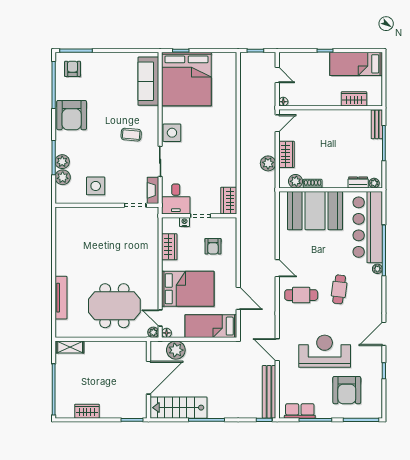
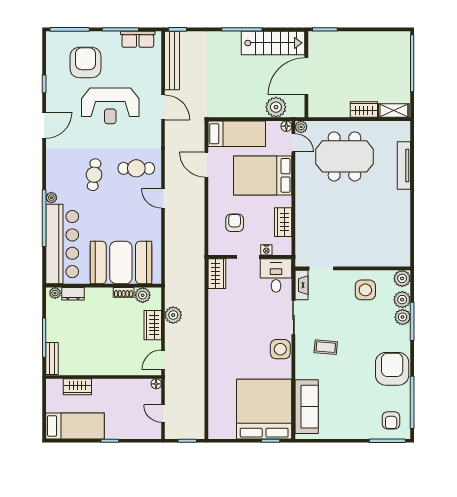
plant: (63, 196) -> (402, 278), added
wardrobe: (87, 411) -> (364, 110), moved, turned 180

